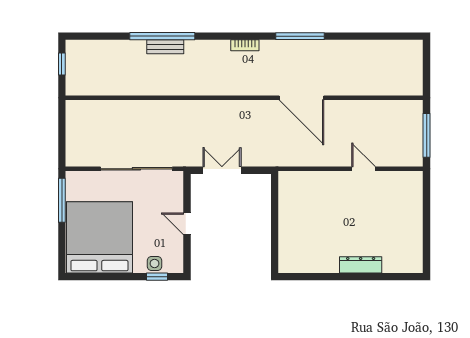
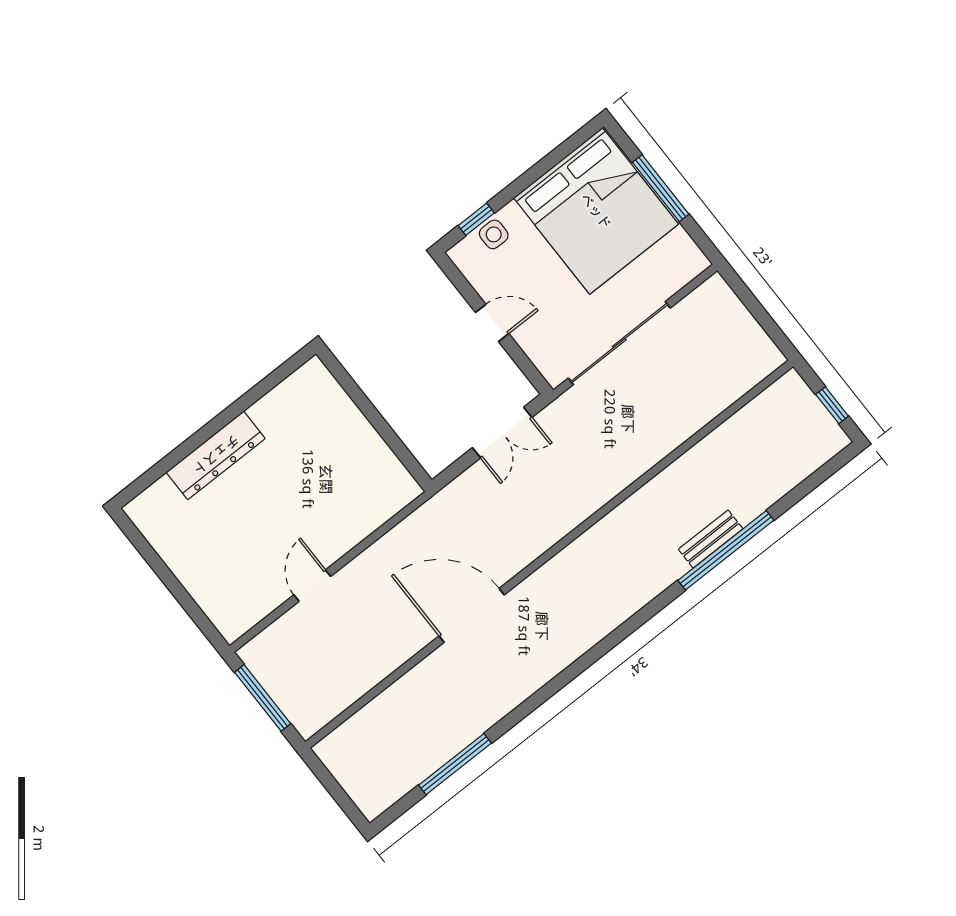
window: (300, 36) -> (455, 764), moved
bookcase: (245, 45) -> (604, 626), removed
door: (363, 169) -> (312, 586), swing flipped
window: (62, 200) -> (661, 188), moved
dresser: (361, 265) -> (216, 455), width x1.37, depth x1.24

